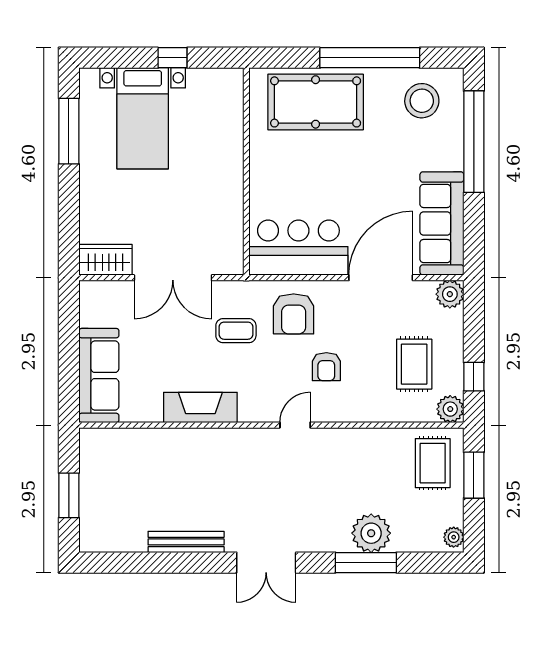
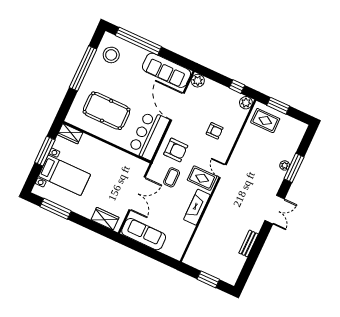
window: (173, 58) -> (45, 151), width x2.17
wardrobe: (230, 92) -> (70, 134), added
pool table: (316, 102) -> (107, 111), moved, turned 90
wardrobe: (105, 260) -> (105, 219), moved, turned 90
rug: (414, 364) -> (202, 178), moved
armchair: (326, 367) -> (215, 131), moved
sofa: (99, 376) -> (144, 234), moved
plant: (371, 533) -> (285, 165), width x0.53, depth x0.53
plant: (454, 537) -> (300, 126), removed
bench: (186, 542) -> (249, 243), width x0.73

